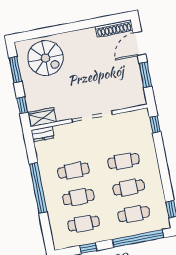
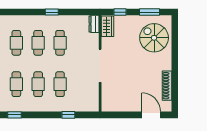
shoe rack: (114, 28) -> (167, 86), moved
spiral stairs: (45, 58) -> (154, 38), turned 90
window: (145, 75) -> (125, 115), removed
window: (155, 124) -> (68, 115), moved
window: (38, 188) -> (52, 12), width x0.32

